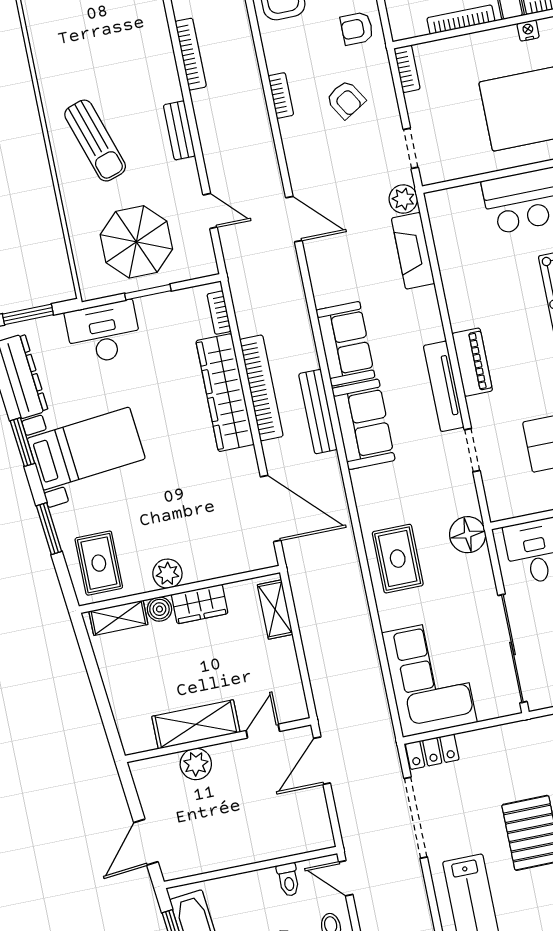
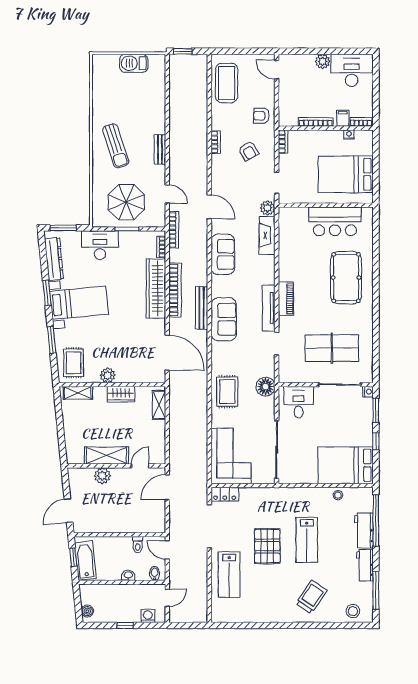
bookcase: (191, 54) -> (174, 230), moved
sofa: (345, 344) -> (223, 254), moved
boiler: (159, 609) -> (100, 393), removed

